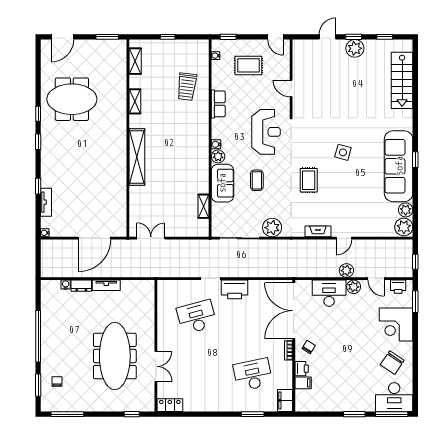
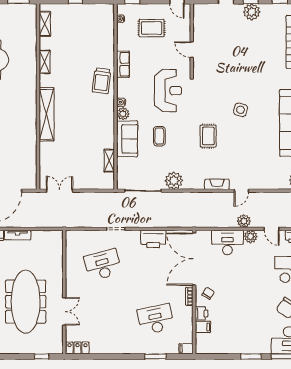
trolley: (187, 87) -> (102, 81), moved
printer: (235, 289) -> (153, 239), moved
filing cabinet: (285, 400) -> (186, 349), width x0.50

